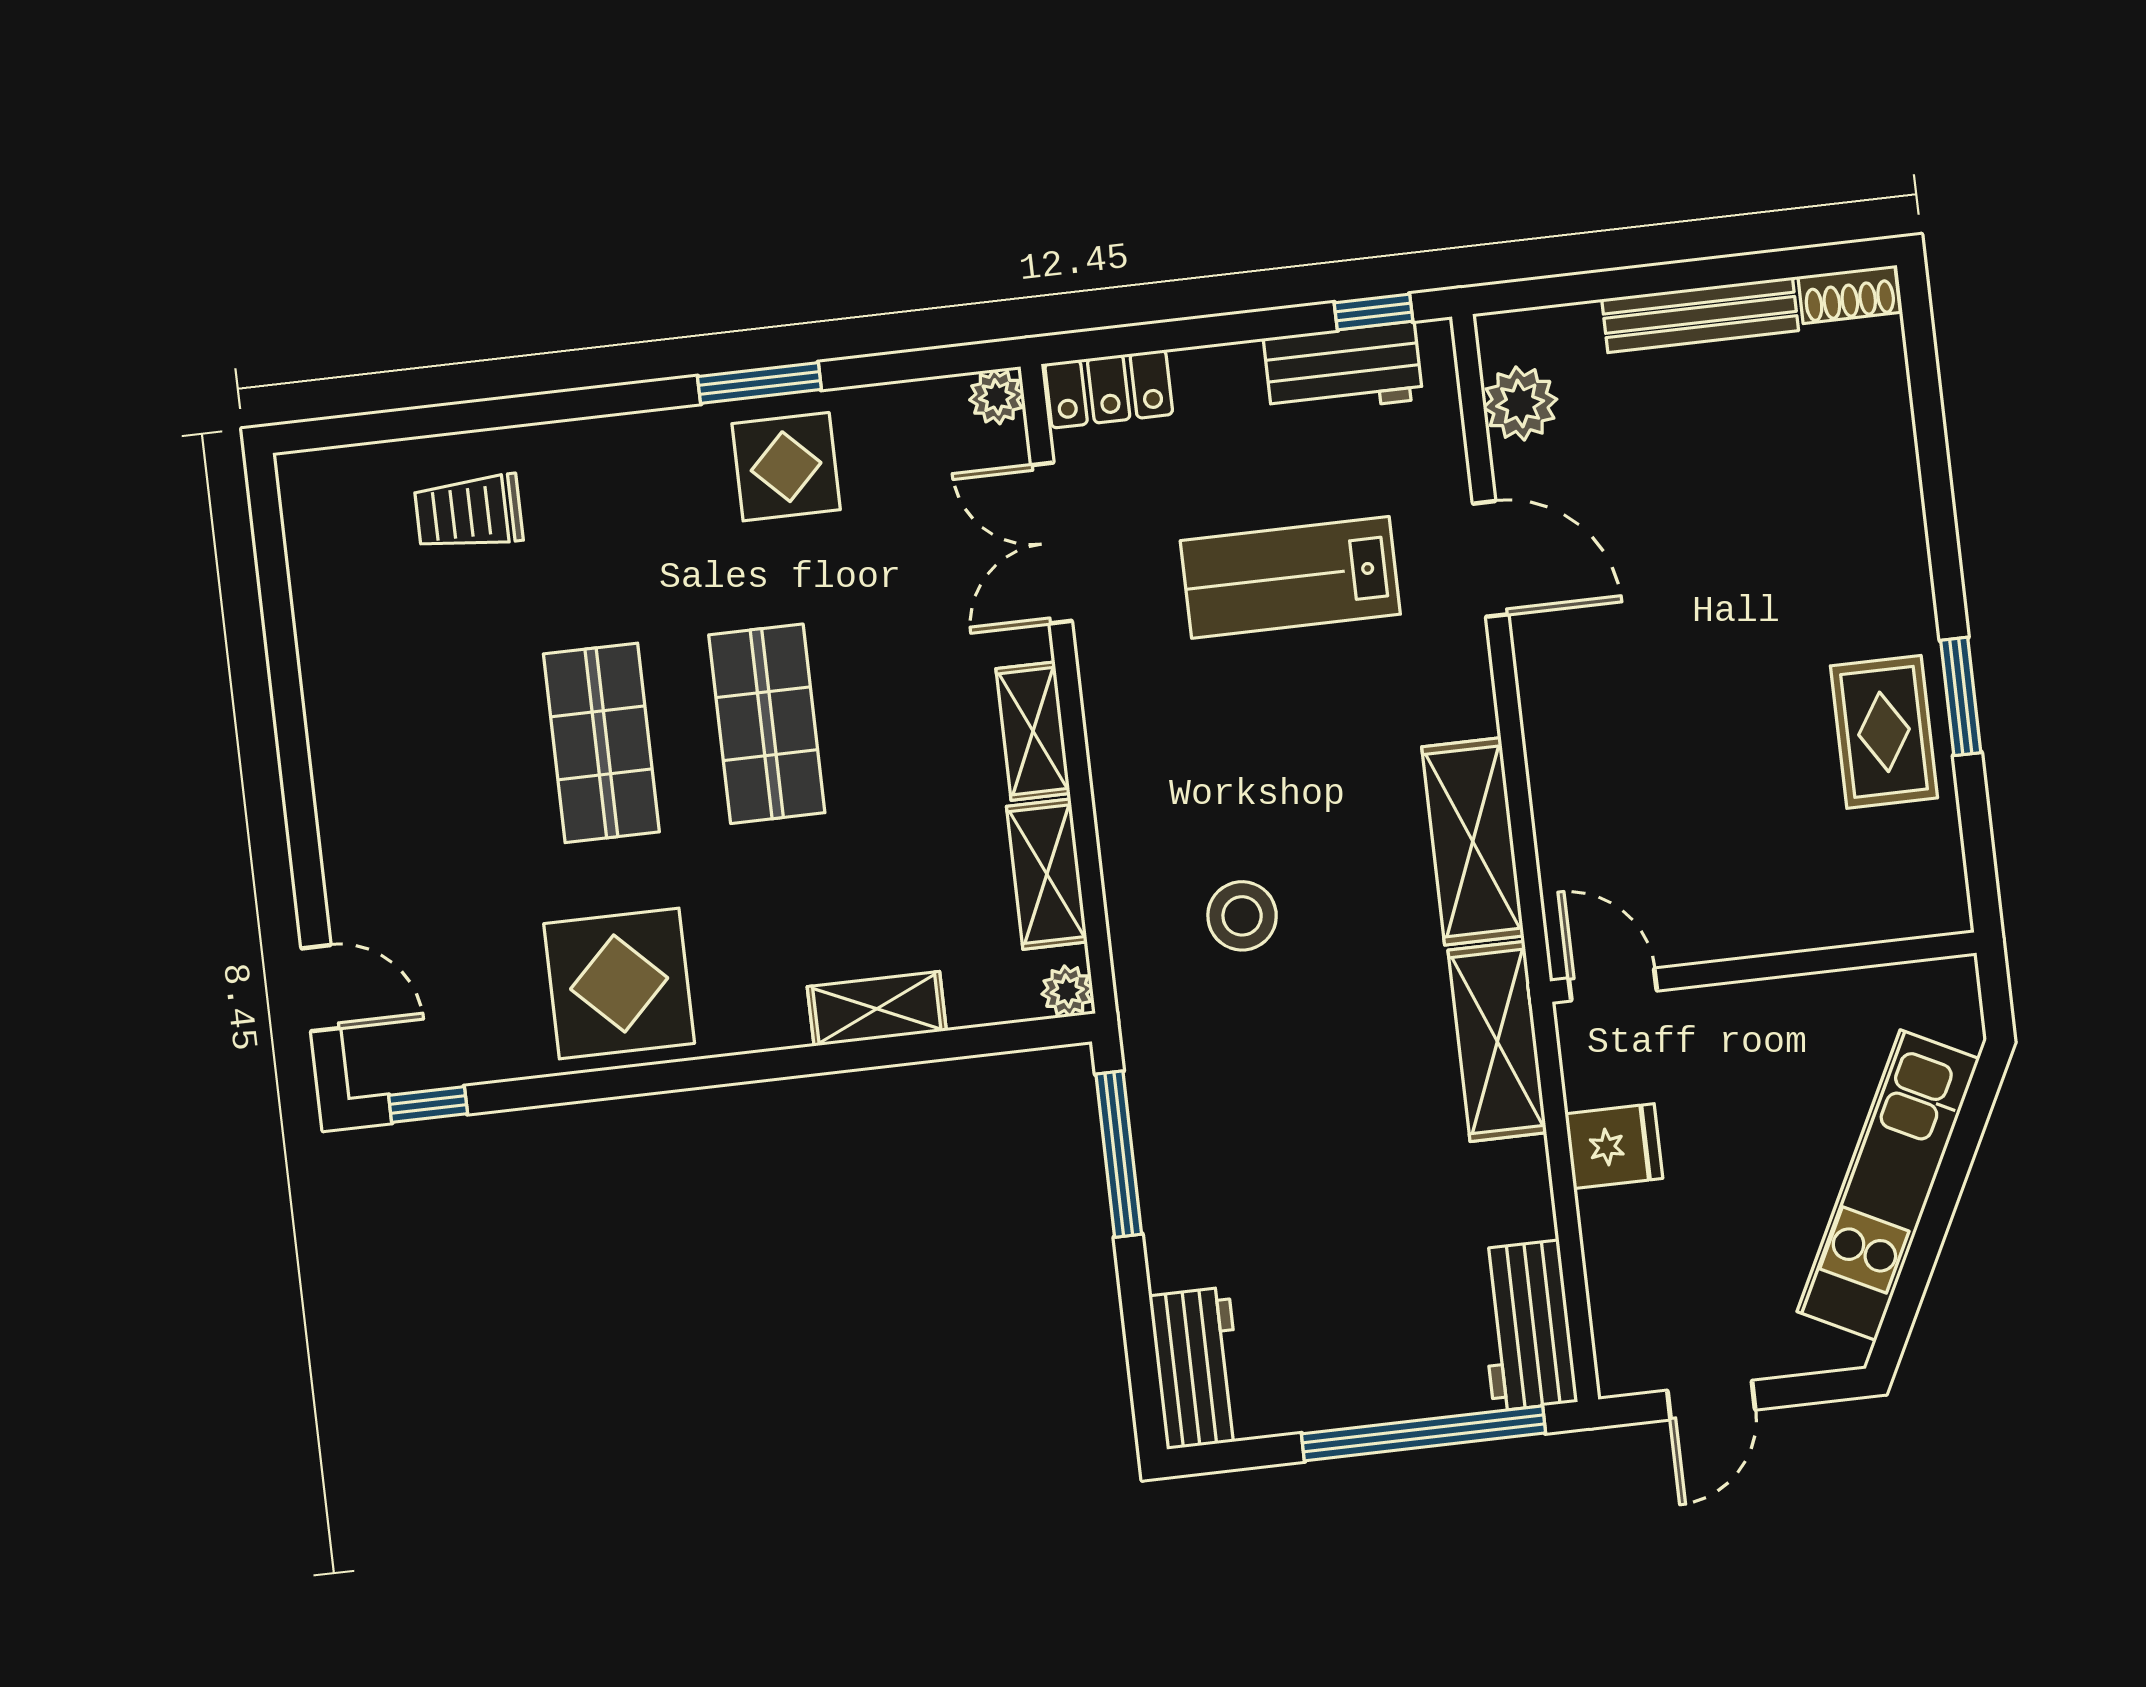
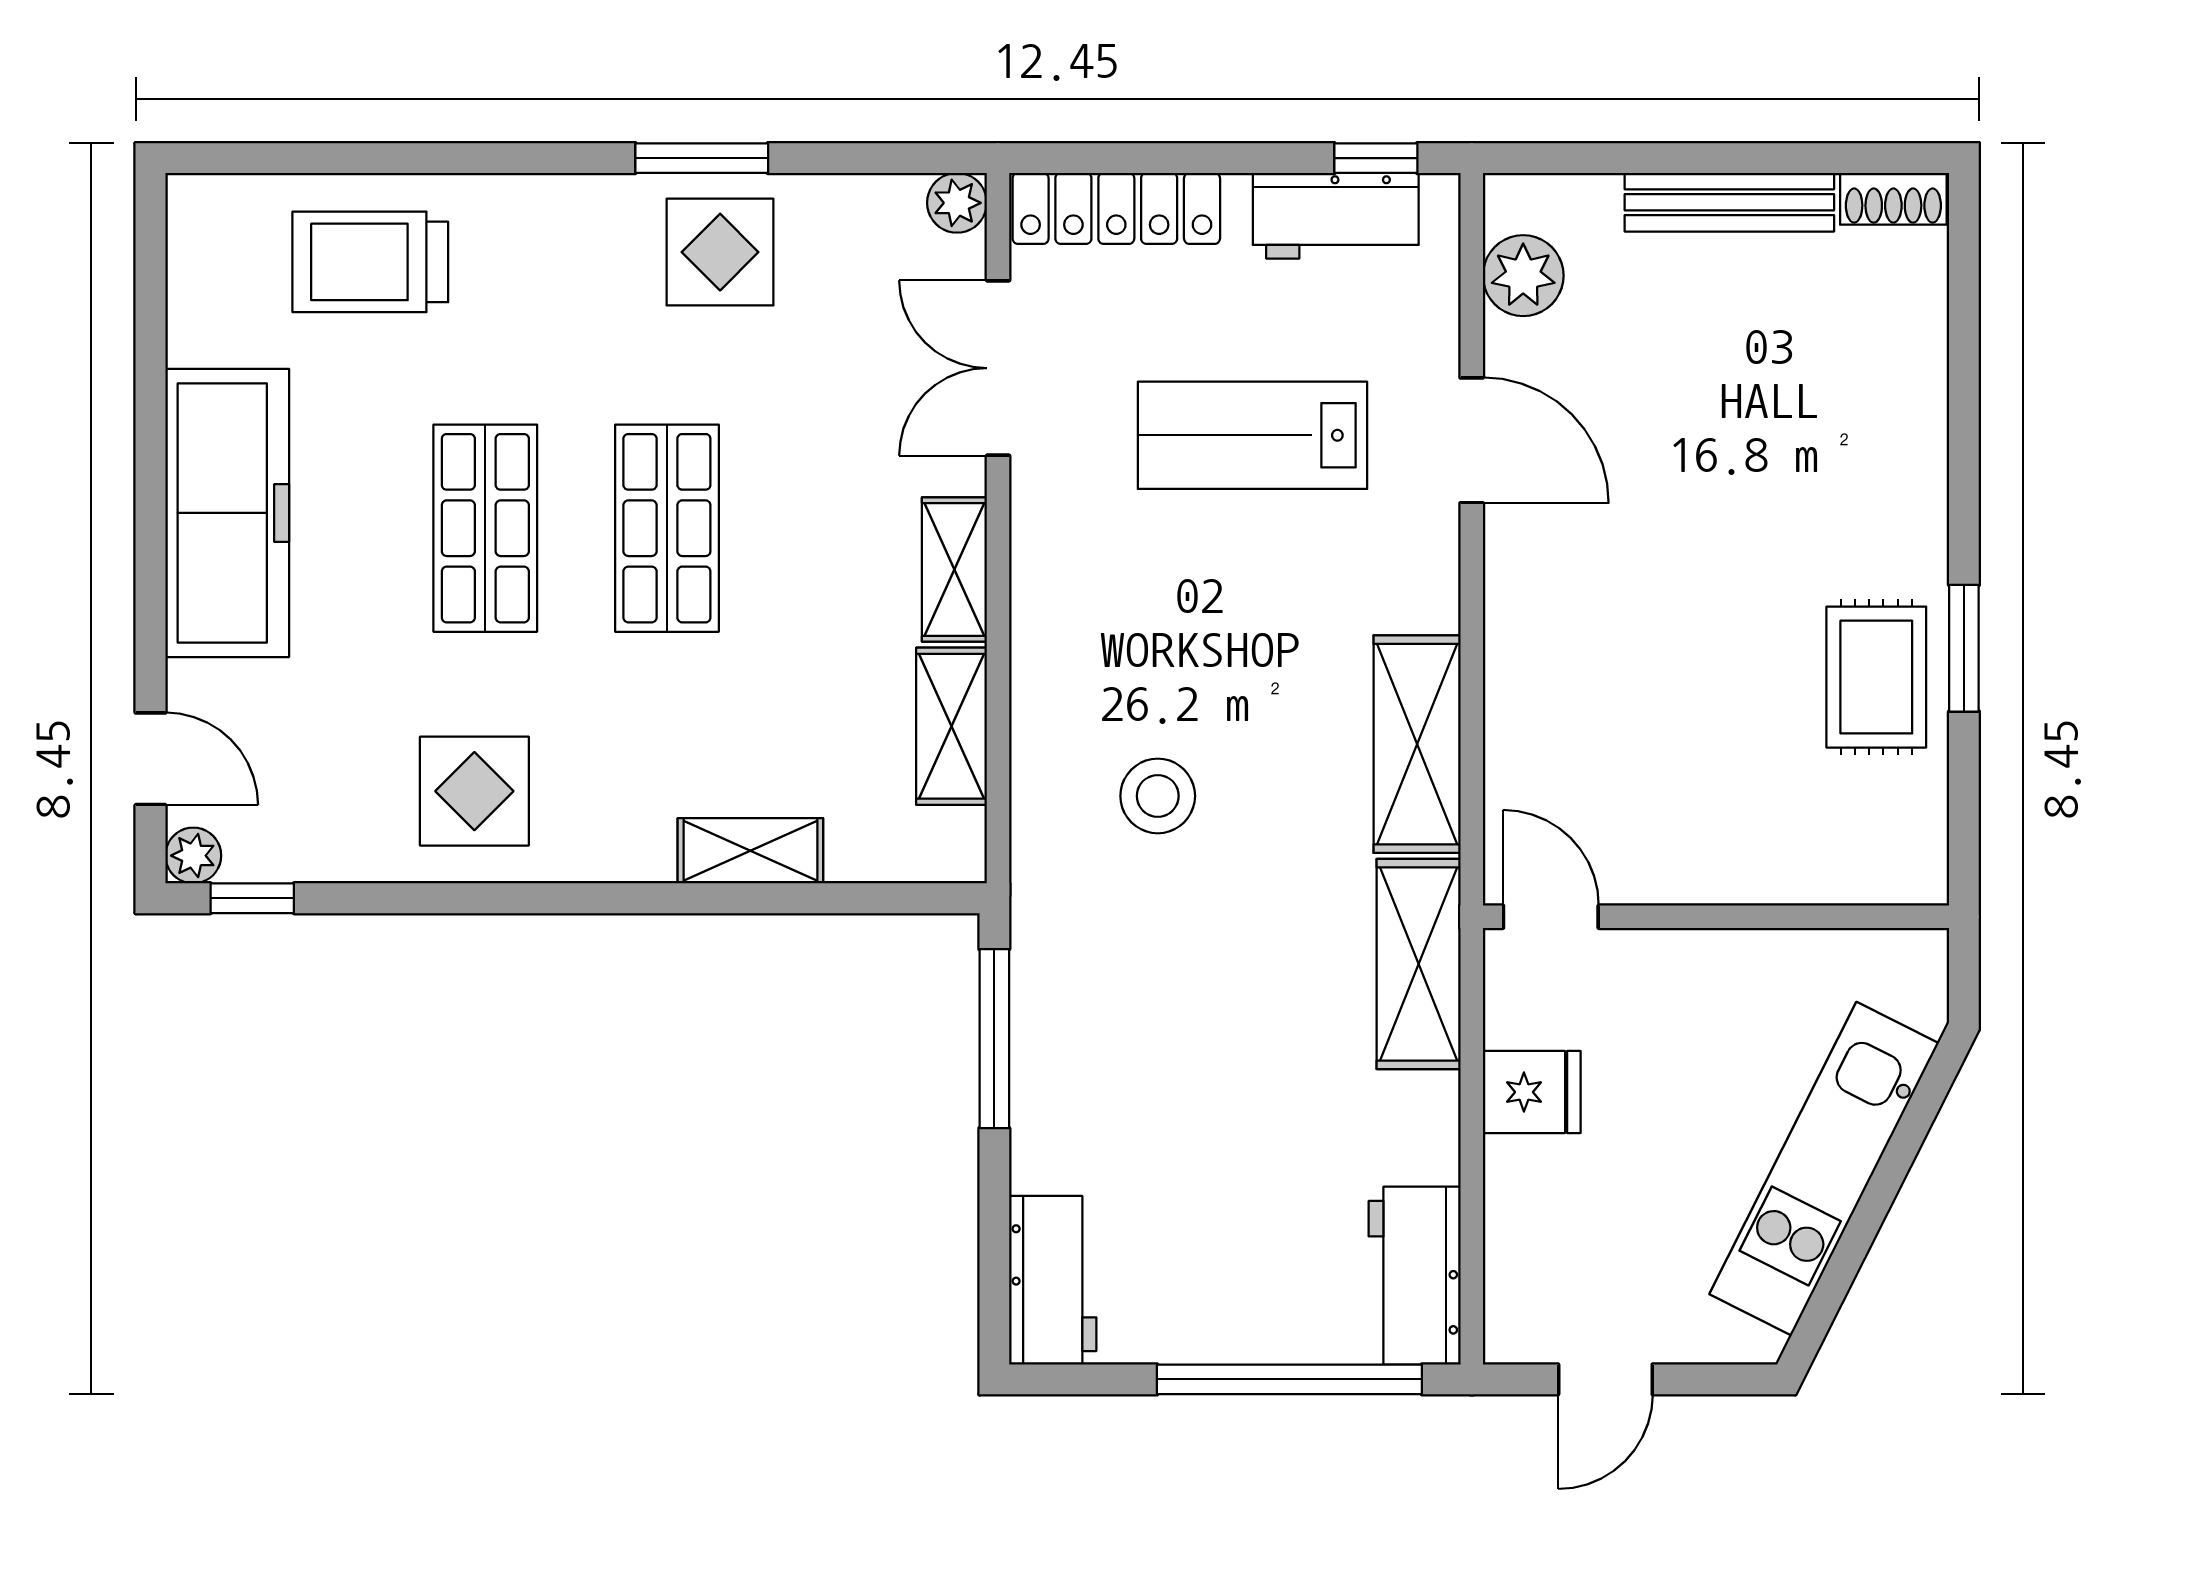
locker: (1109, 389) -> (1116, 208), width x1.53
trolley: (469, 512) -> (370, 262), width x1.36, depth x1.39
freezer: (365, 756) -> (227, 513), added
display table: (619, 983) -> (474, 791), width x0.73, depth x0.73
plant: (1067, 991) -> (193, 856), moved

